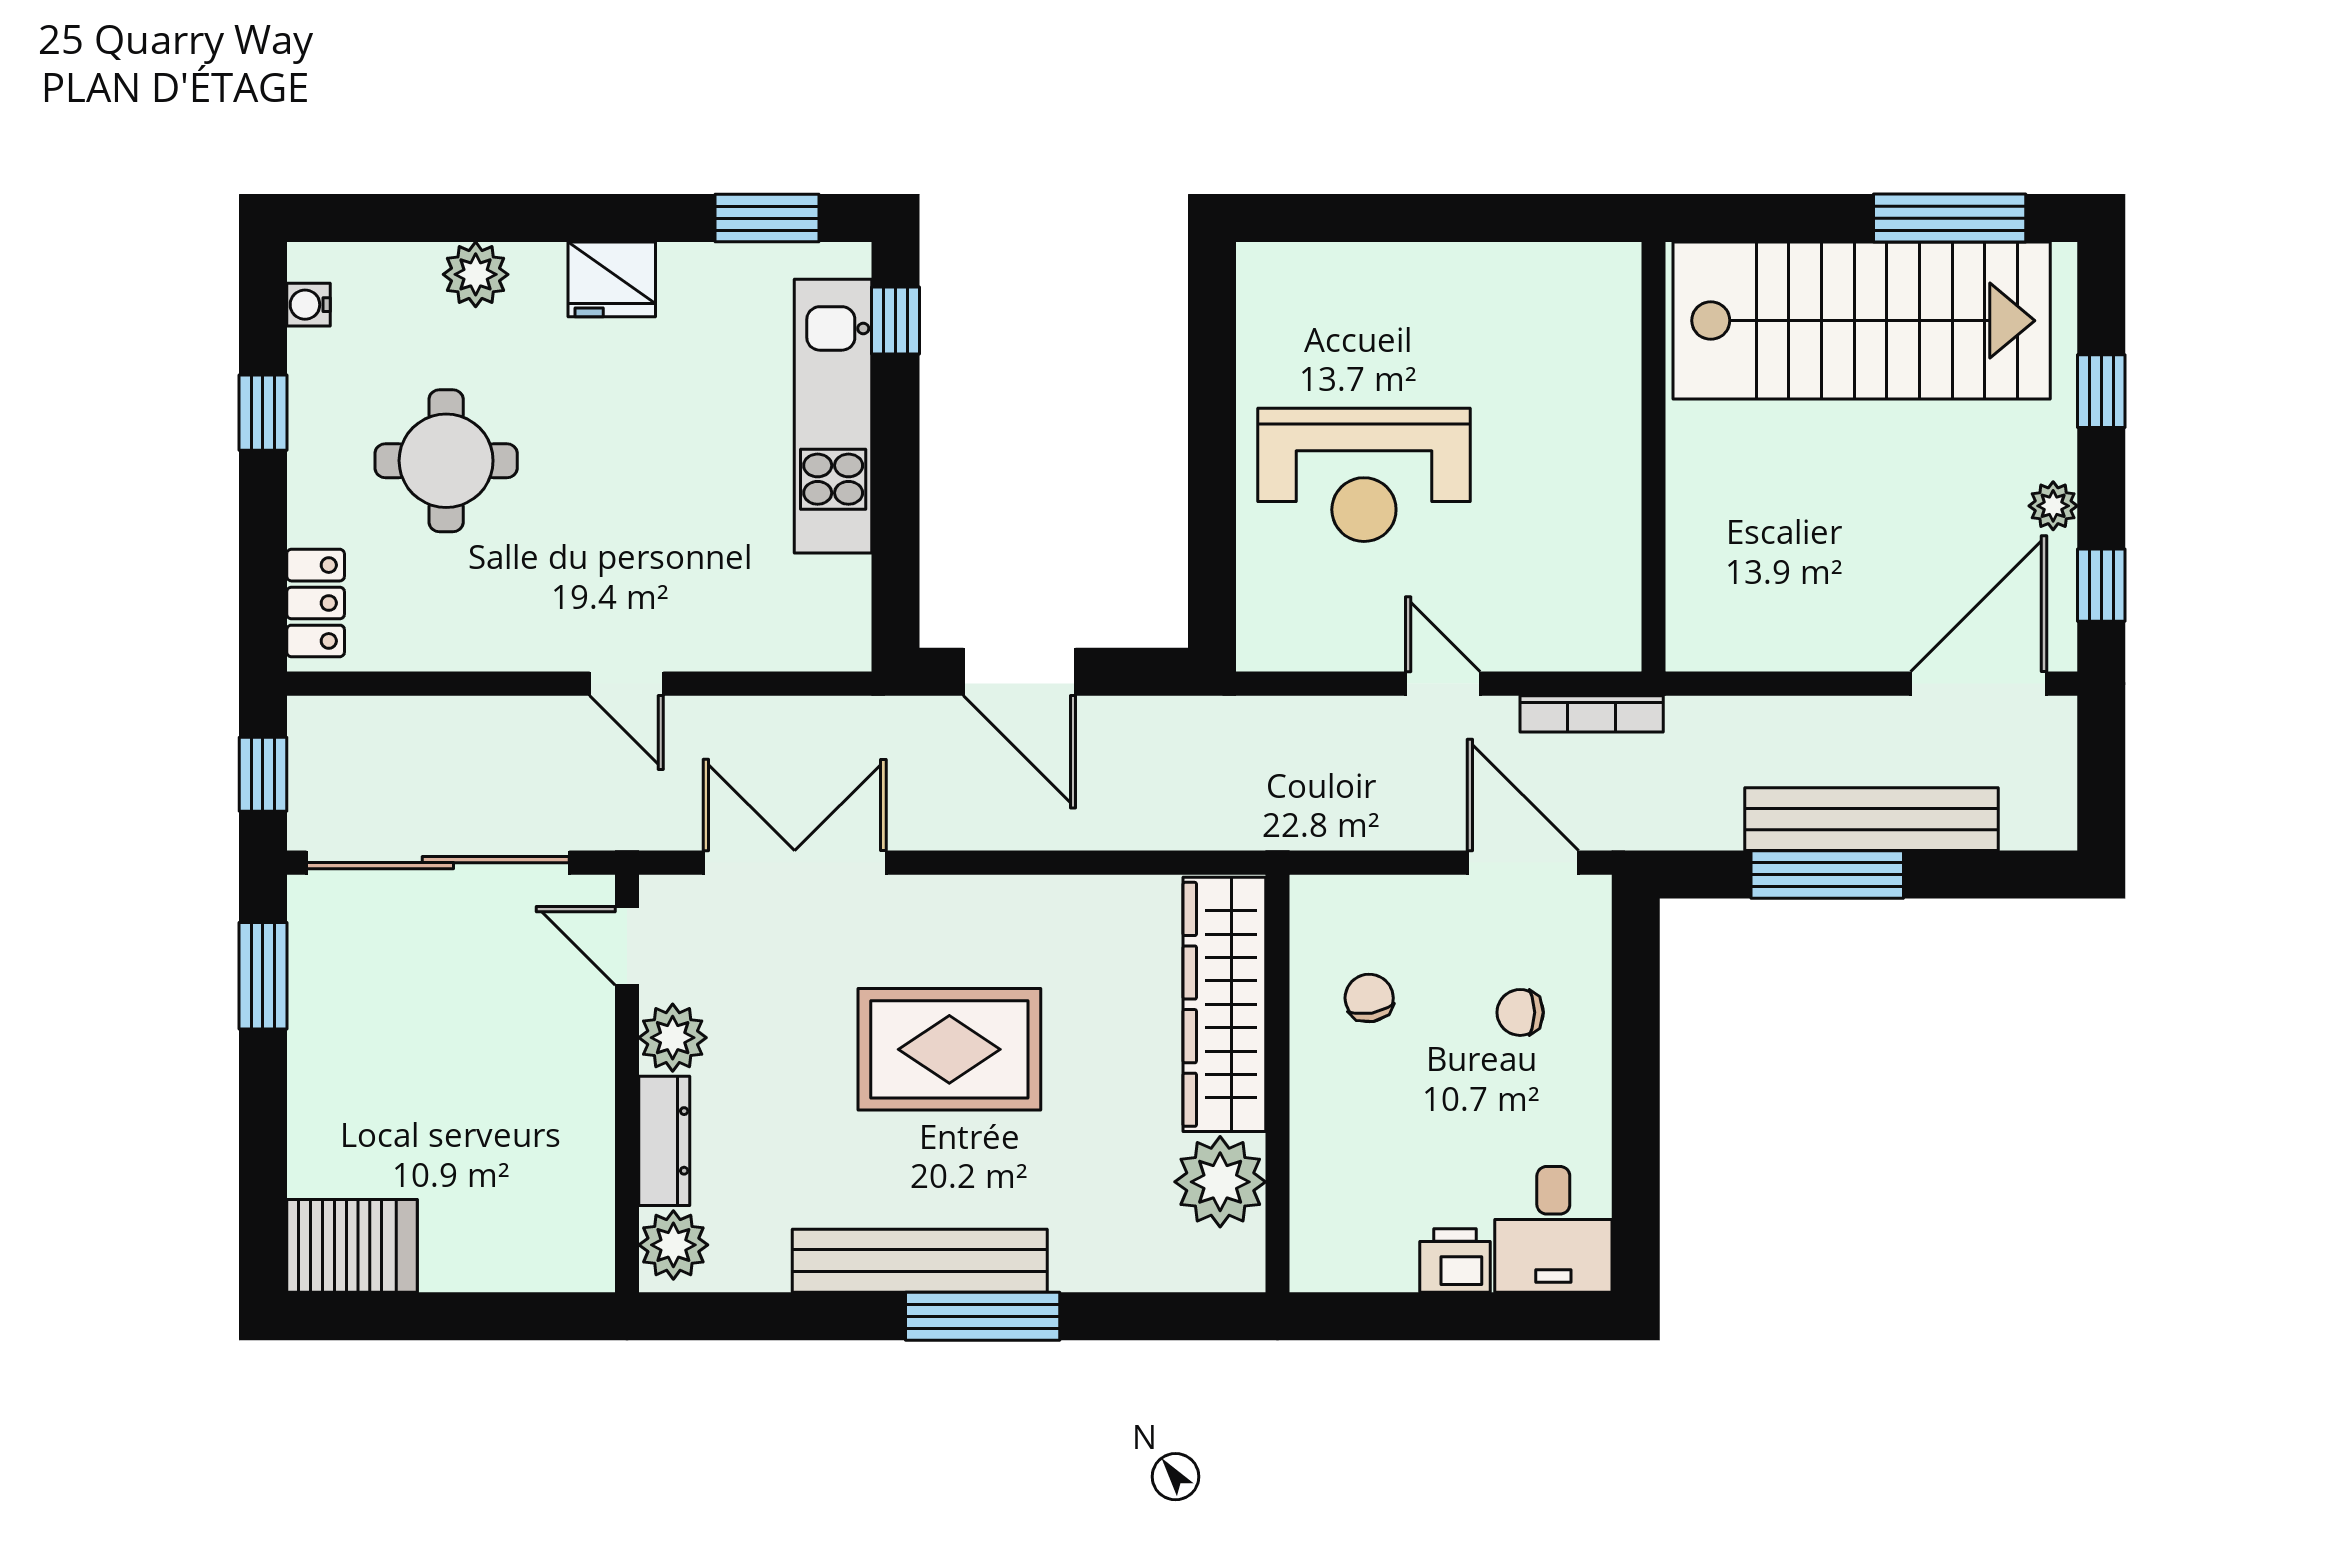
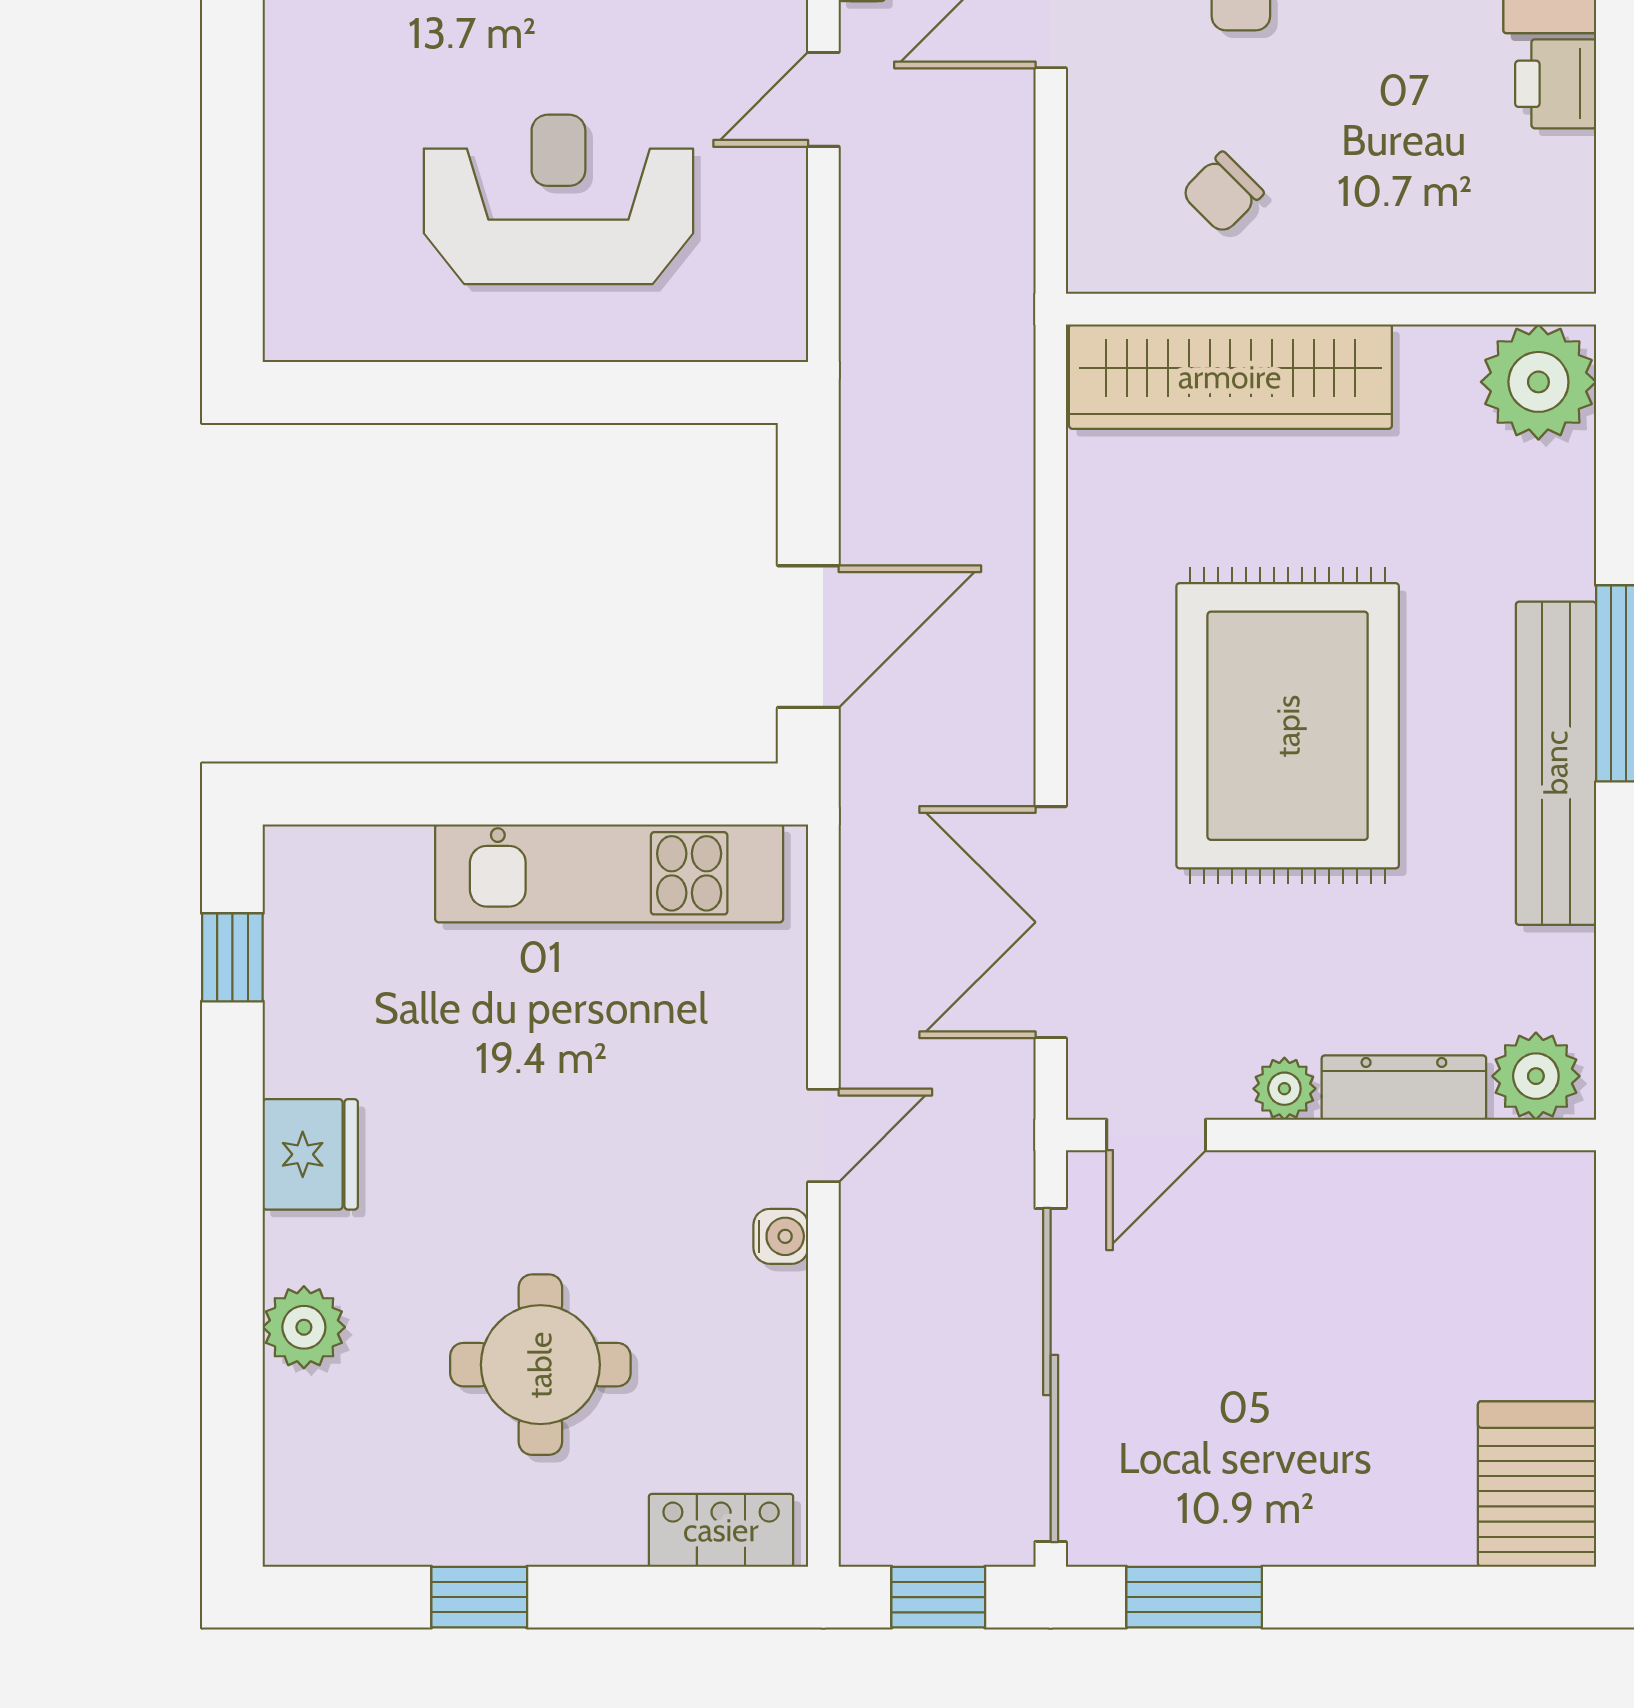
window: (767, 218) -> (232, 957), width x0.67
water cooler: (308, 305) -> (781, 1236), moved, turned -90
window: (896, 320) -> (362, 794), removed
kitchen unit: (833, 416) -> (609, 873), moved
reception desk: (1364, 475) -> (558, 199), turned -90
chair: (1369, 998) -> (1222, 193), turned -35
plant: (673, 1038) -> (1284, 1089), width x0.73, depth x0.73
rug: (949, 1049) -> (1288, 726), width x1.37, depth x1.44
plant: (1220, 1182) -> (1538, 382), moved

